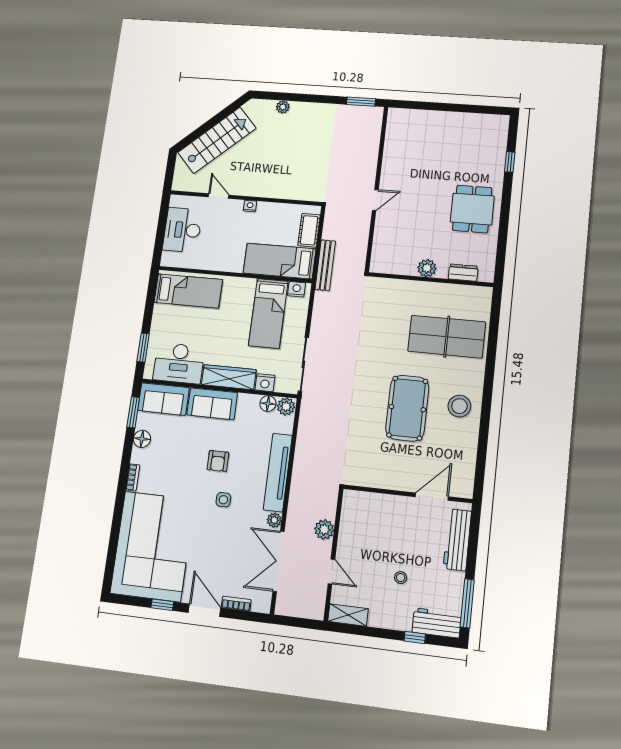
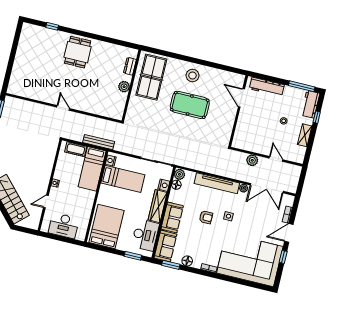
dining table: (472, 209) -> (78, 52), turned 90
plant: (427, 268) -> (124, 87), moved
dresser: (463, 273) -> (130, 66), moved
wall: (431, 280) -> (131, 85), moved
bed: (188, 291) -> (107, 226), width x1.50
door: (331, 572) -> (276, 159), hinge flipped
shelving: (348, 615) -> (305, 135), moved

